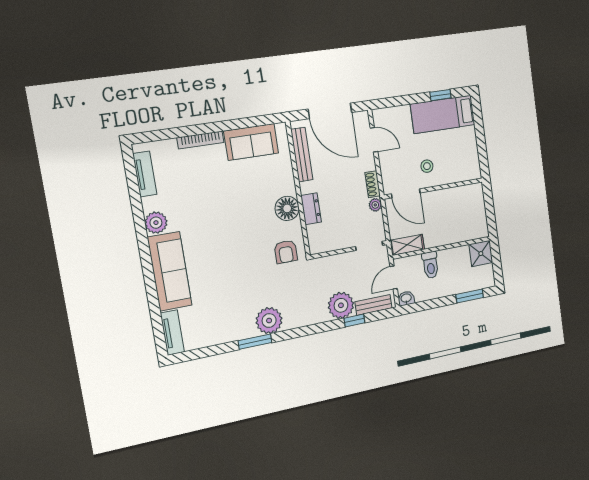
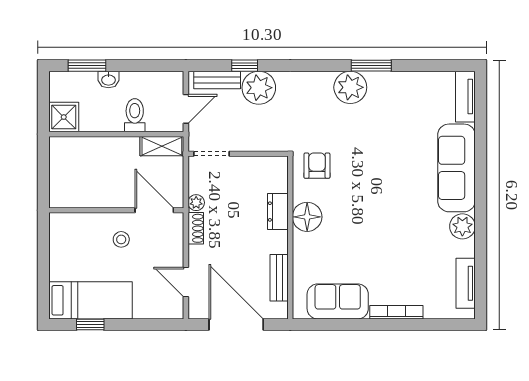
bench: (302, 155) -> (279, 278), width x0.73
washbasin: (406, 298) -> (108, 80), moved

